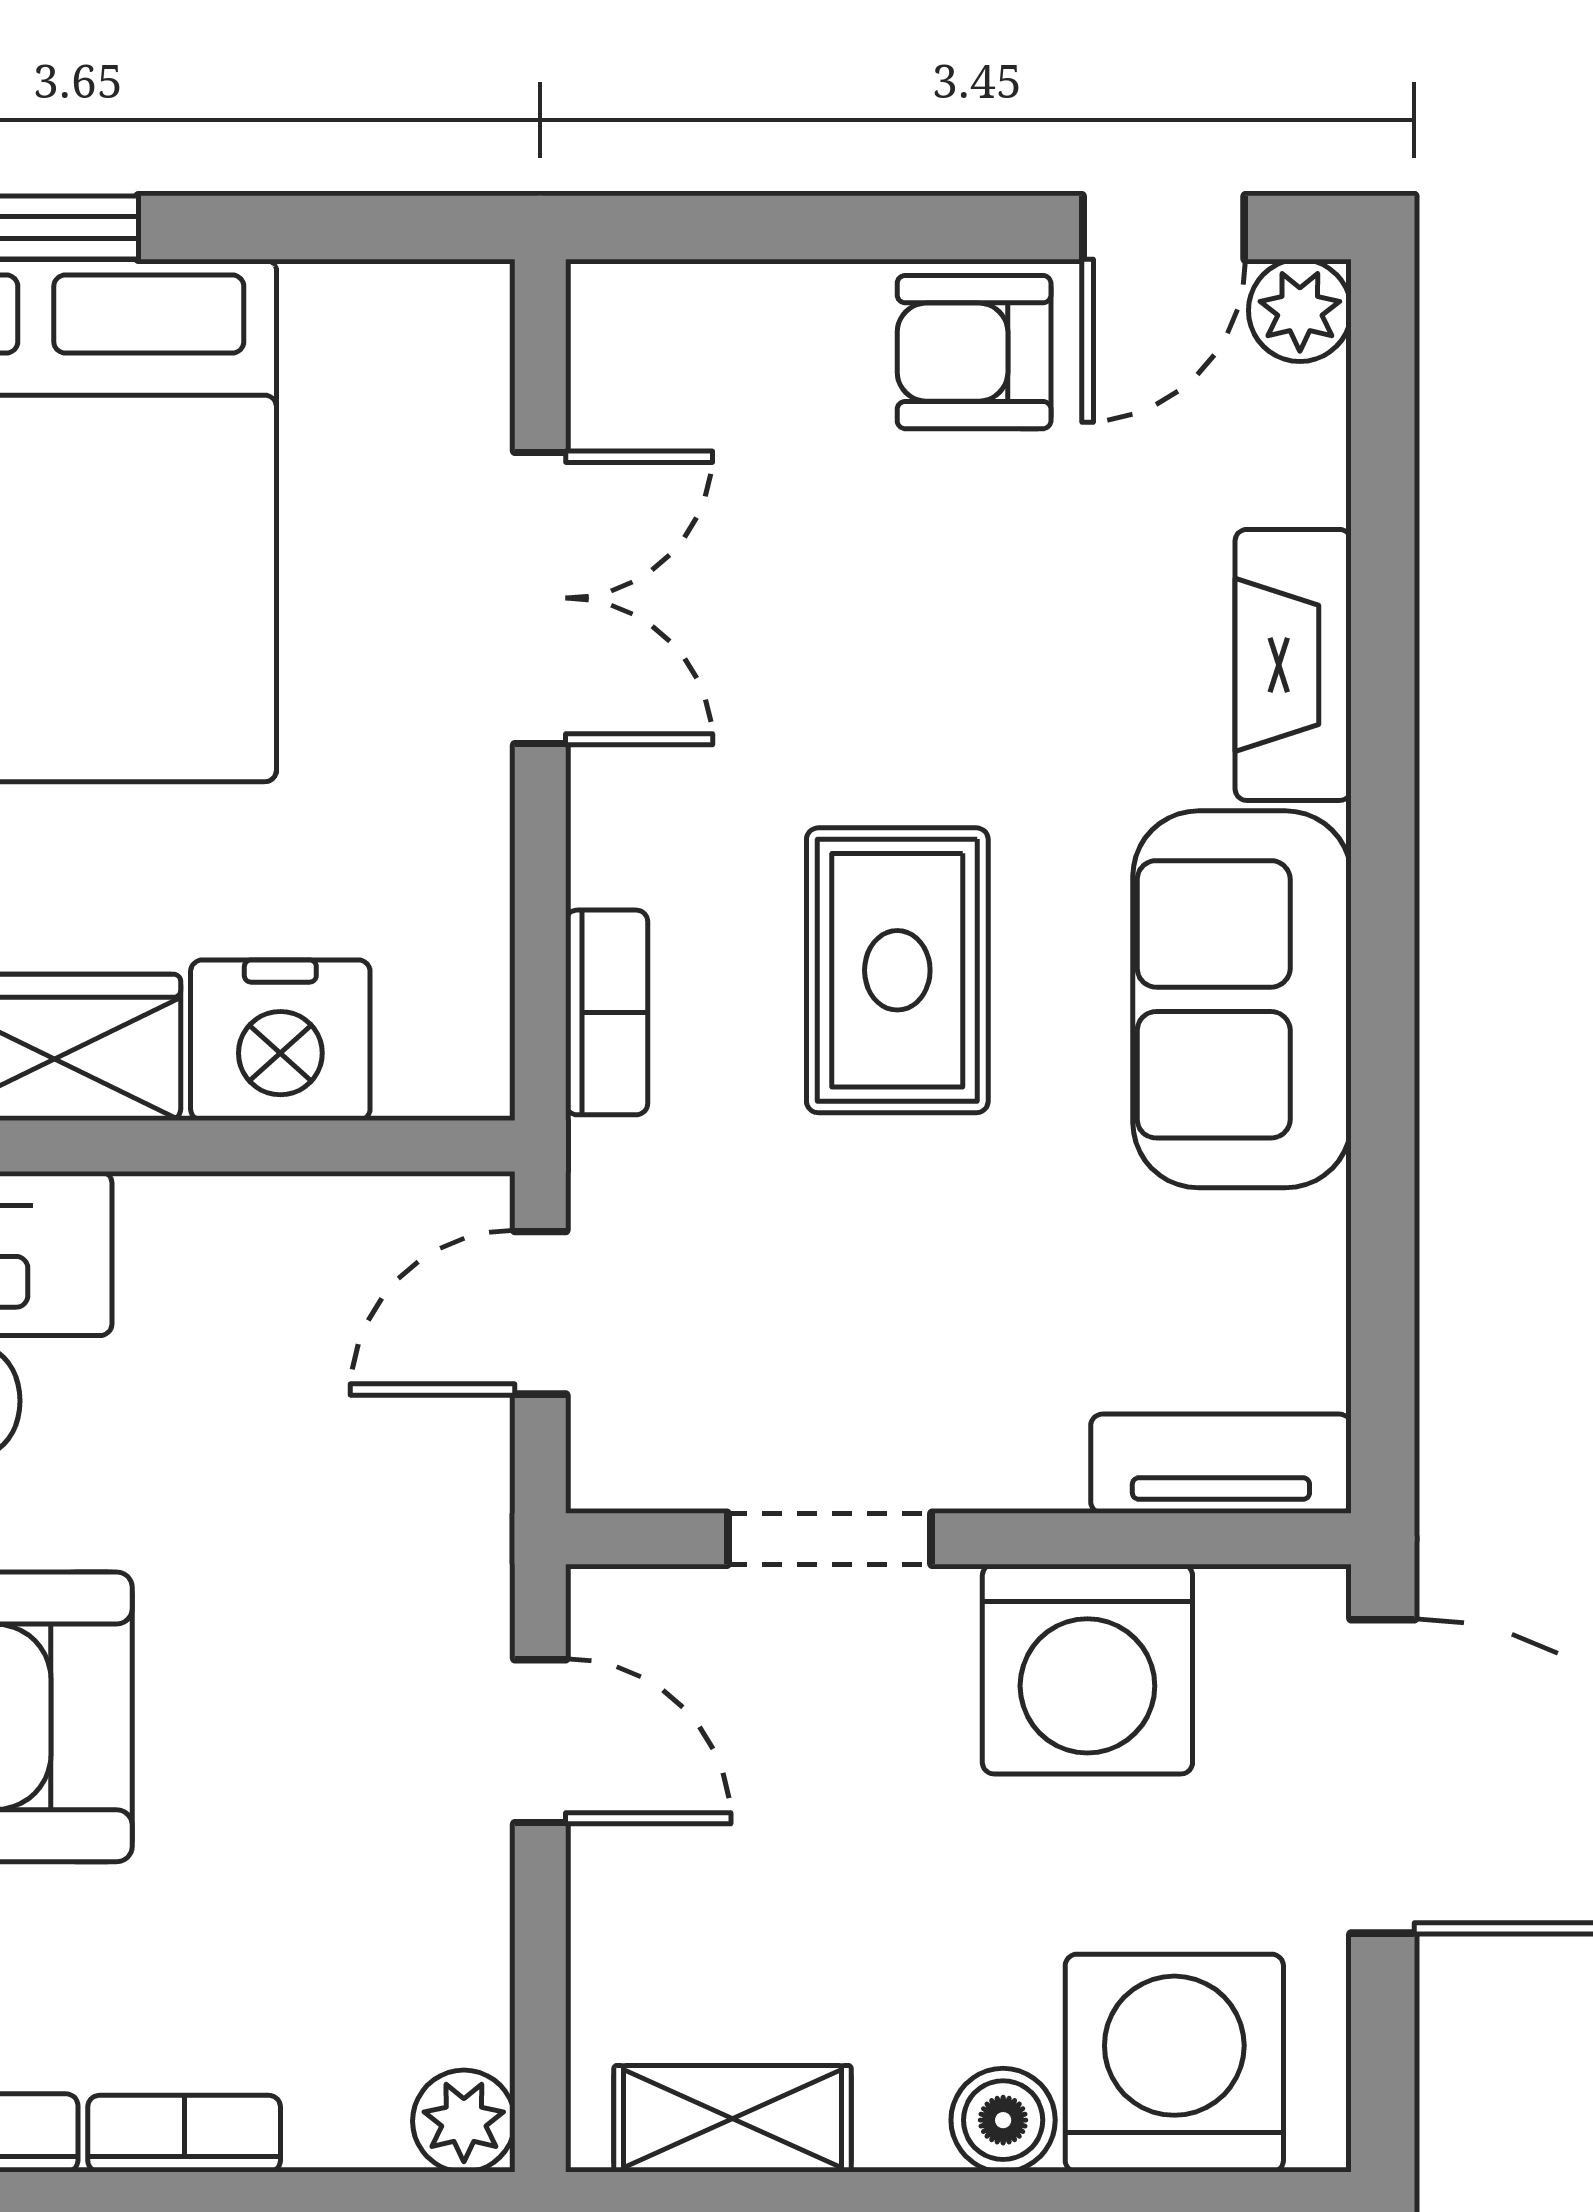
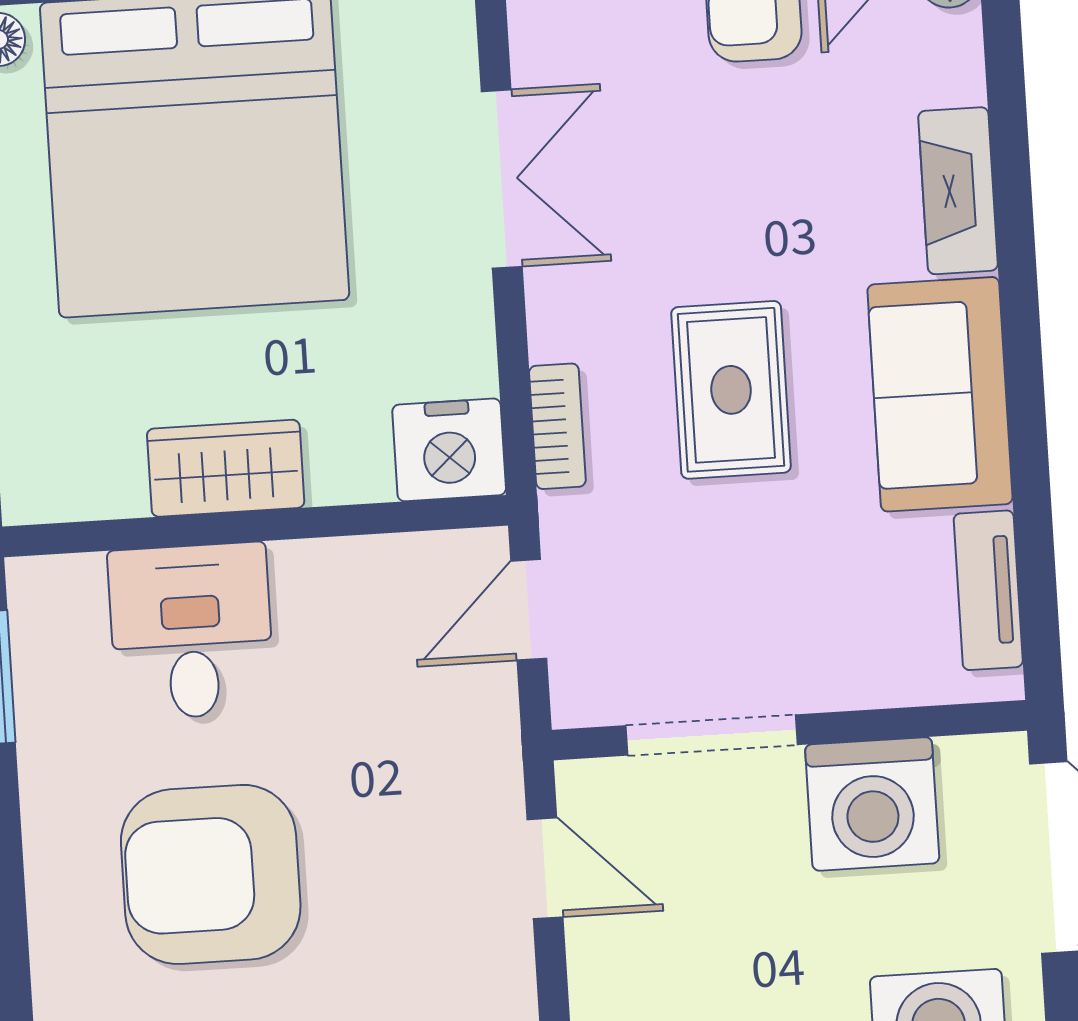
nightstand: (280, 1040) -> (449, 450), moved
tv unit: (1221, 1464) -> (988, 590), moved, turned -90
doorway: (829, 1539) -> (712, 735), width x1.38

